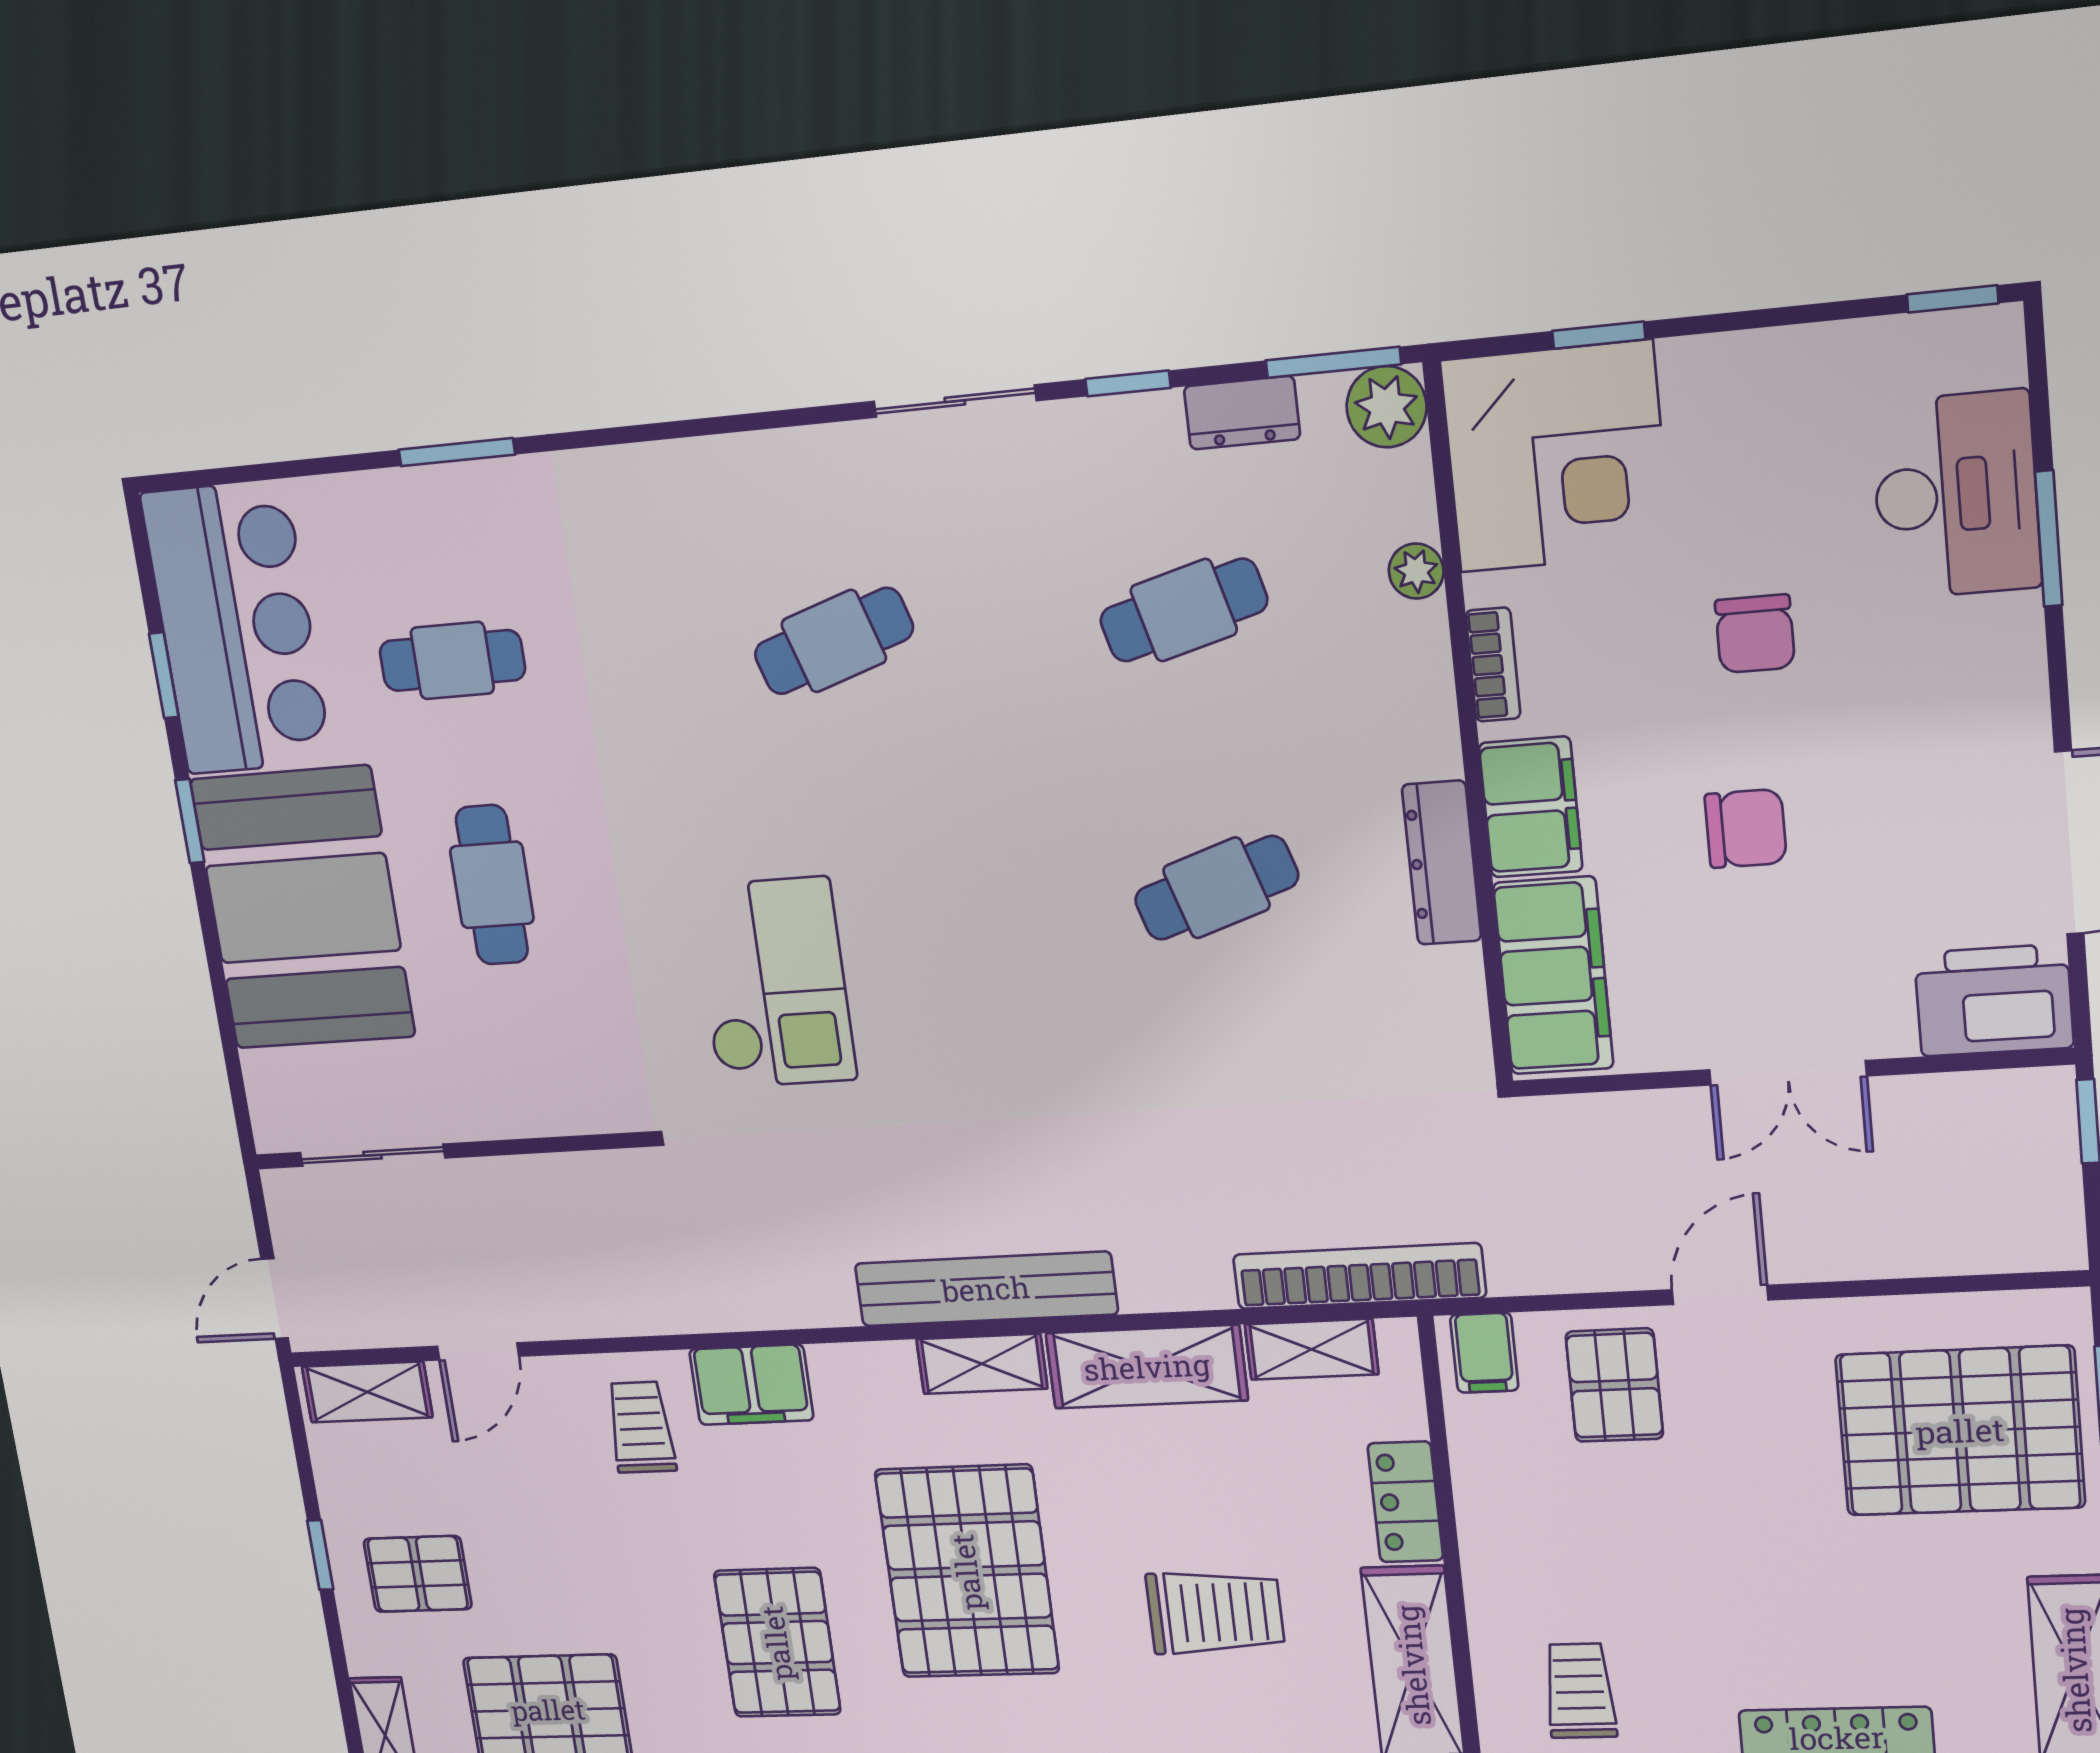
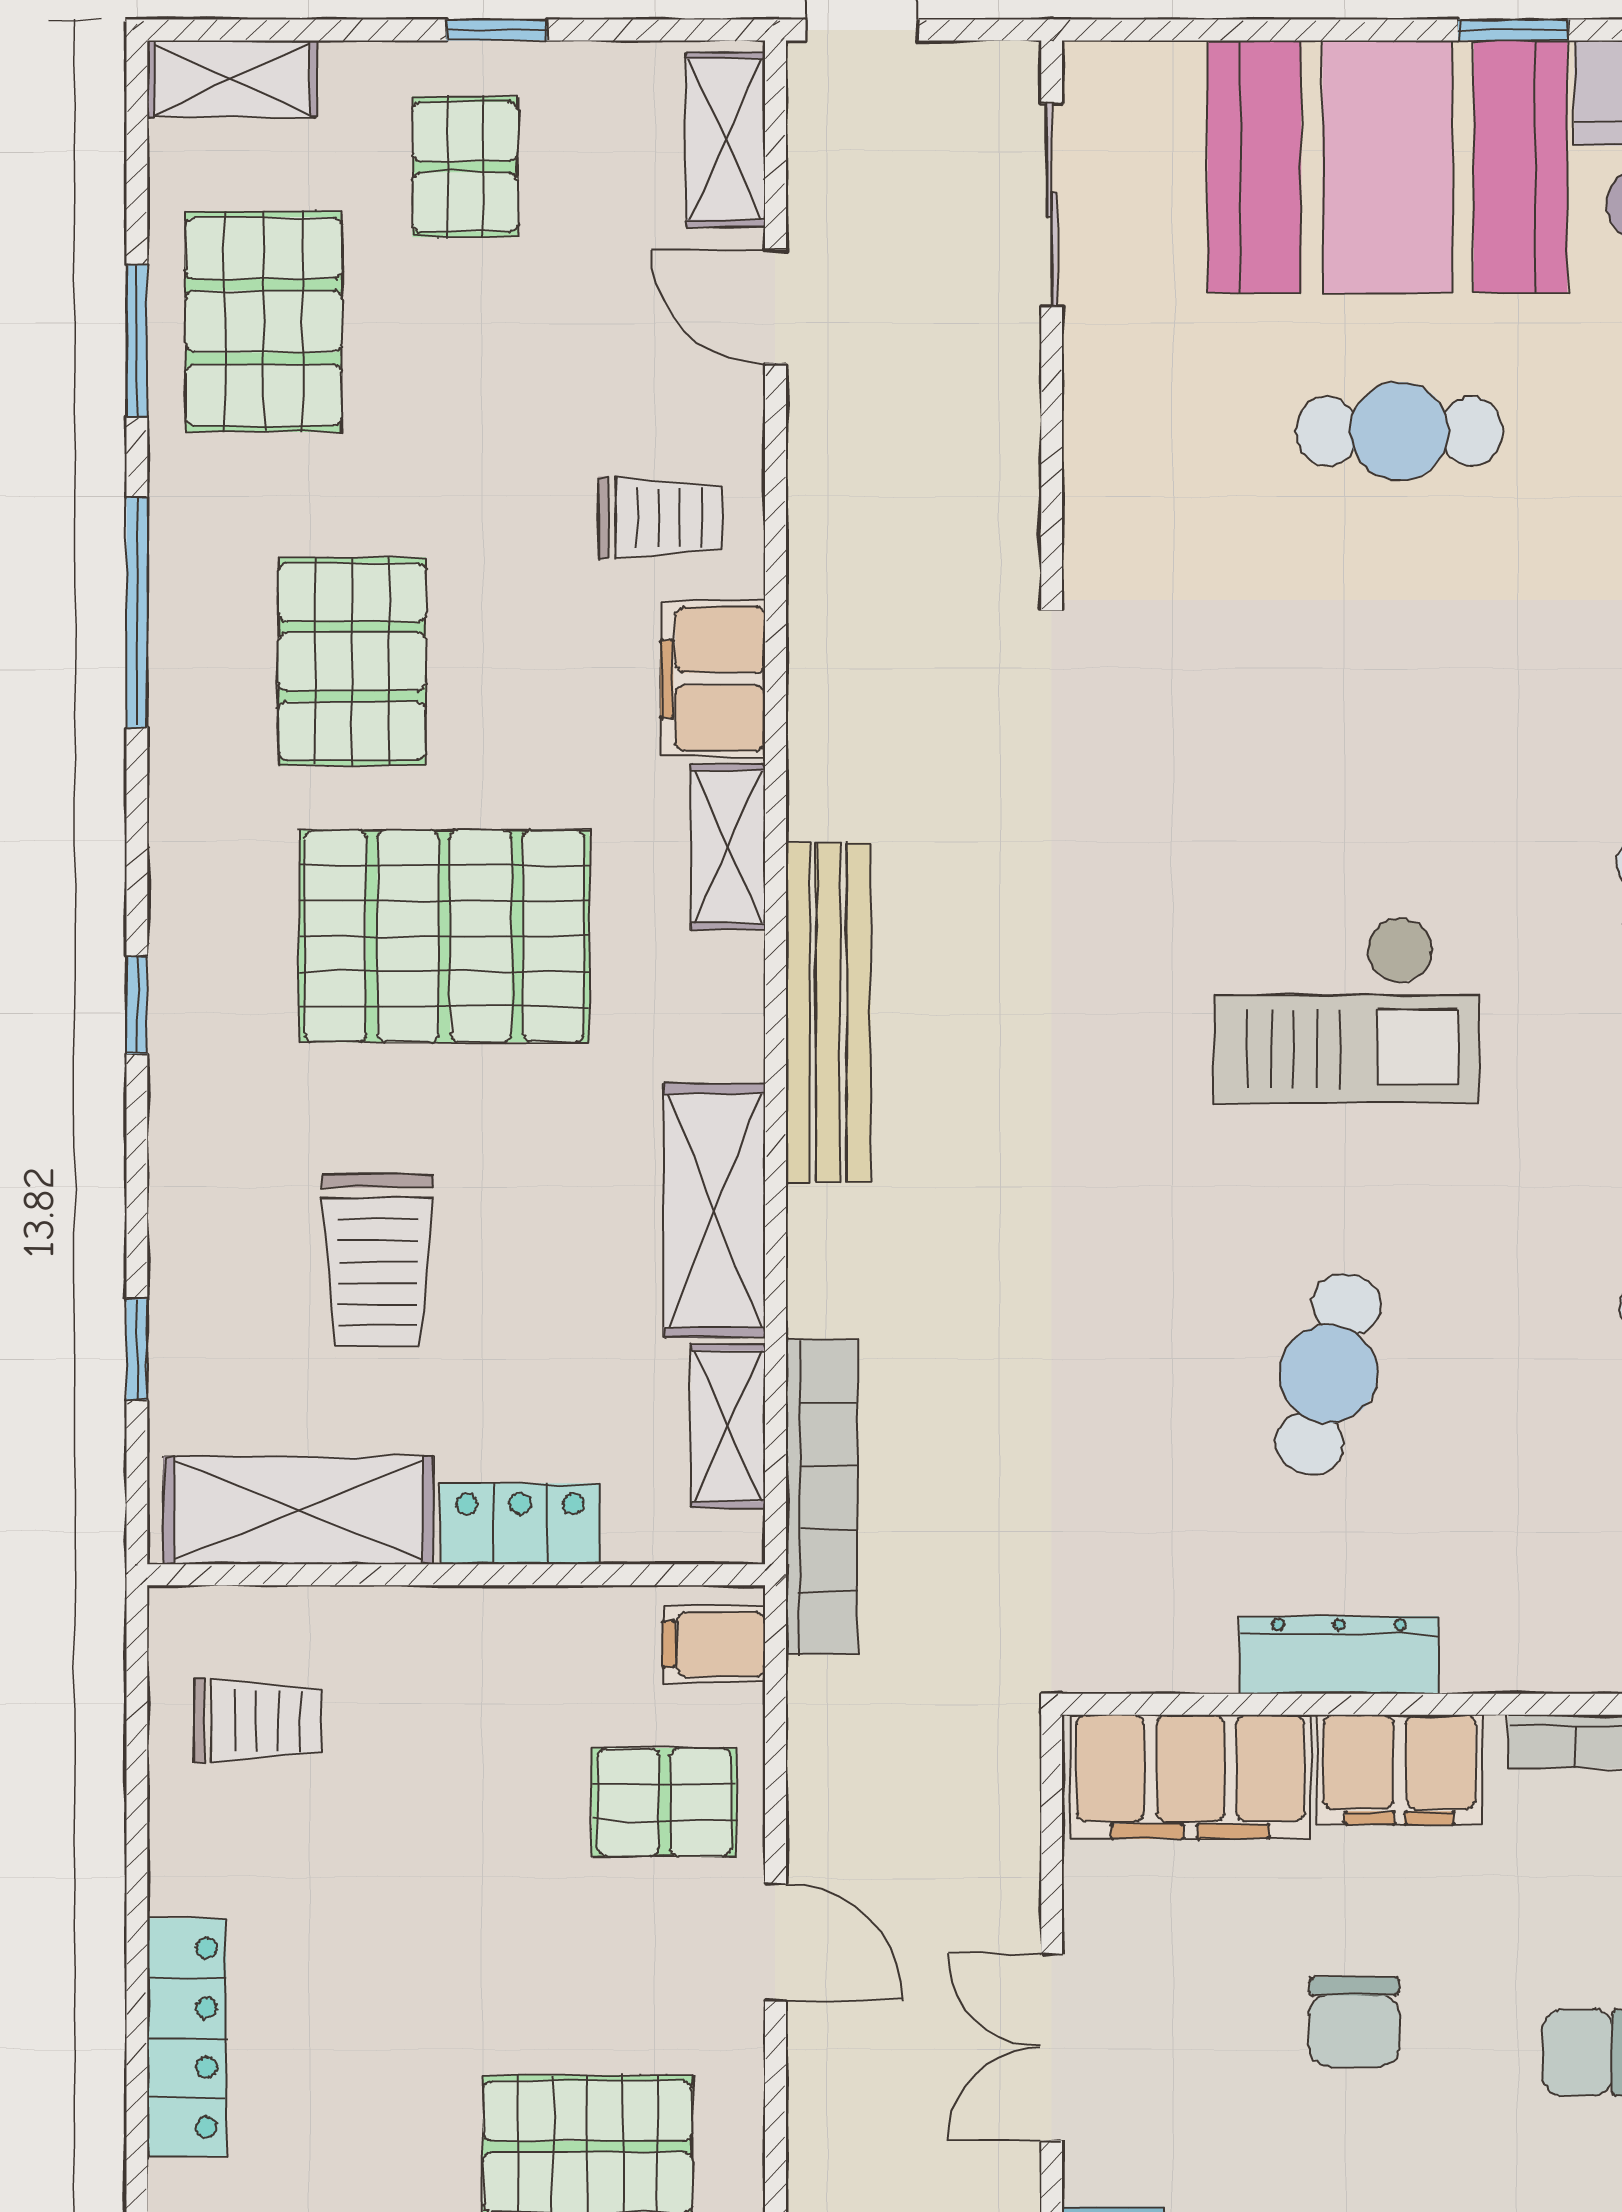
cafe table: (1216, 888) -> (1328, 1374), turned 33
checkout: (774, 983) -> (1347, 1010), moved
shelving: (982, 1364) -> (728, 847), moved
pallet: (777, 1643) -> (352, 662), turned 90

